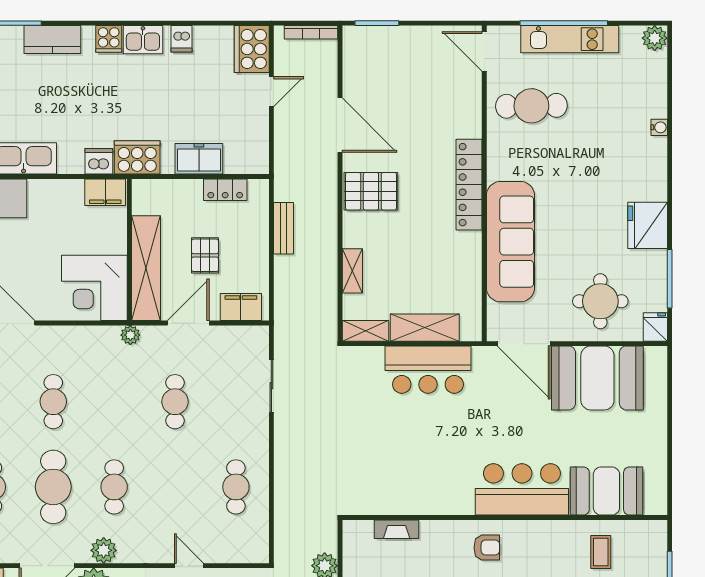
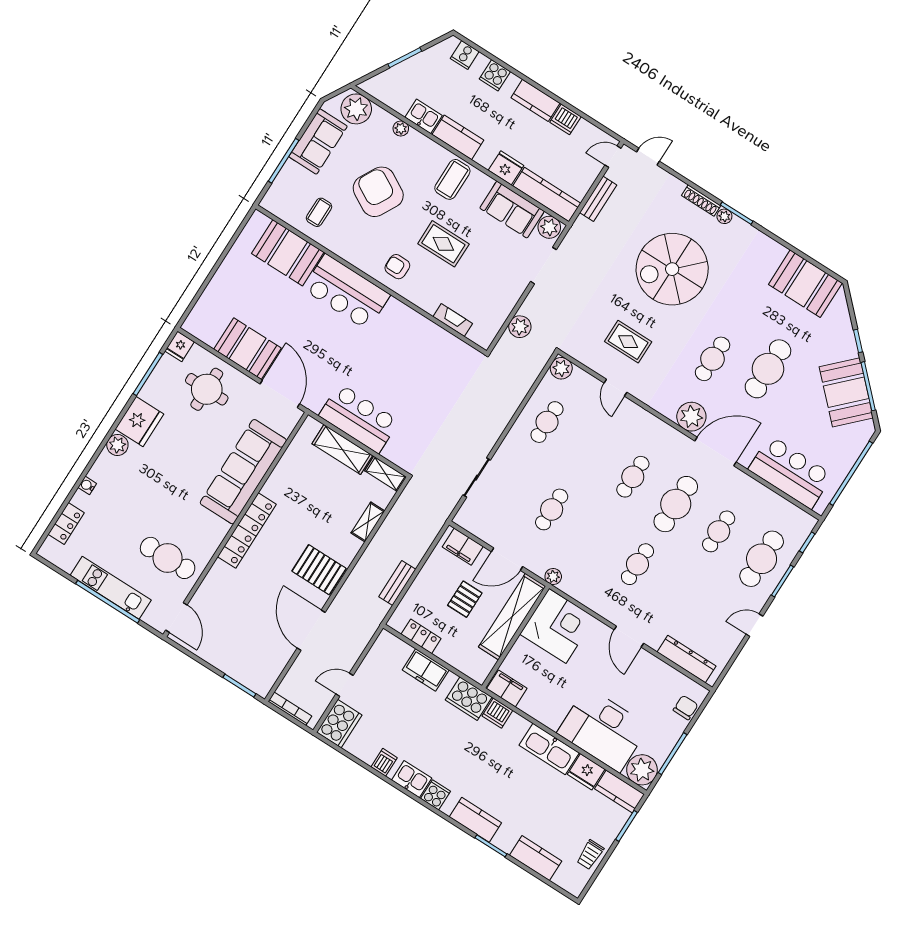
plant: (655, 38) -> (117, 445), moved
locker: (656, 75) -> (66, 524), added
booth: (597, 378) -> (248, 349), width x0.73, depth x0.70
plant: (104, 550) -> (561, 368), moved

